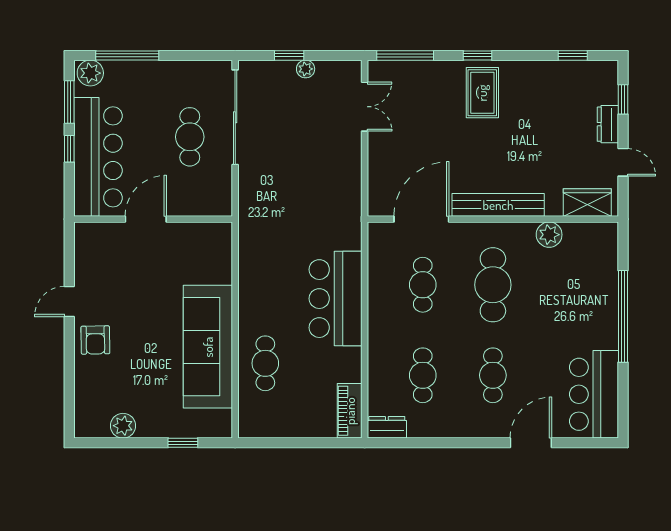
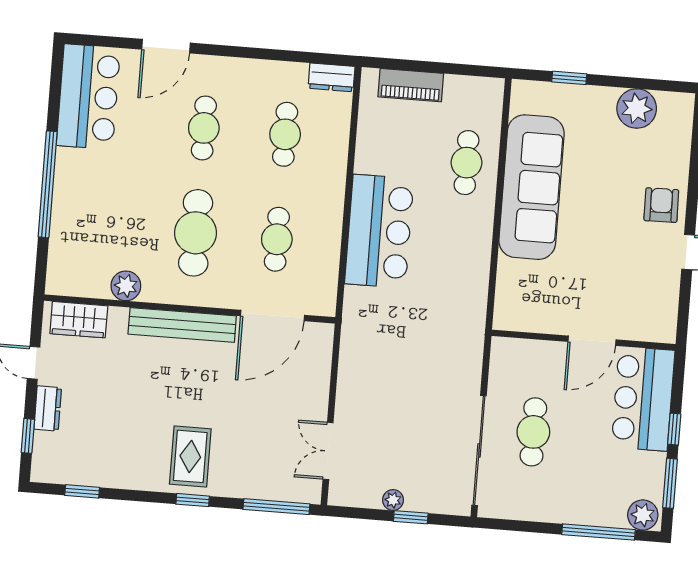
bar counter: (98, 157) -> (643, 399), width x0.73
piano: (350, 411) -> (411, 85), moved, turned 90
plant: (123, 426) -> (637, 108), width x1.36, depth x1.36

